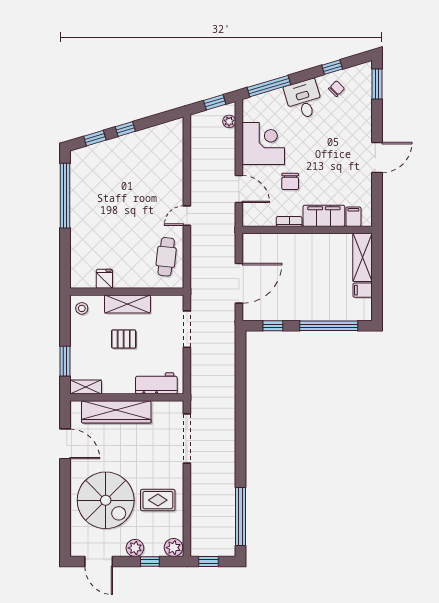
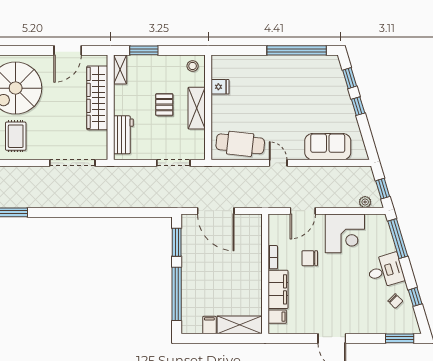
sofa: (169, 162) -> (328, 147), added
cafe table: (166, 257) -> (240, 144), width x1.37, depth x1.35
window: (273, 326) -> (177, 242), width x1.50

